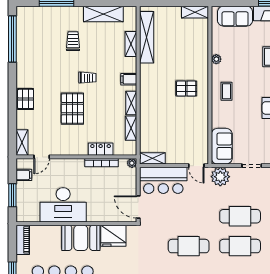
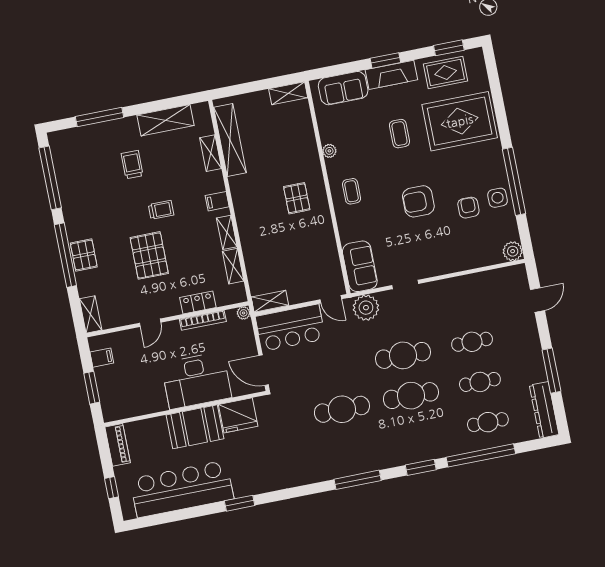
pallet: (186, 88) -> (297, 198), turned 90
window: (12, 96) -> (65, 255), added
door: (42, 157) -> (150, 323), moved
desk: (63, 205) -> (196, 380), moved

